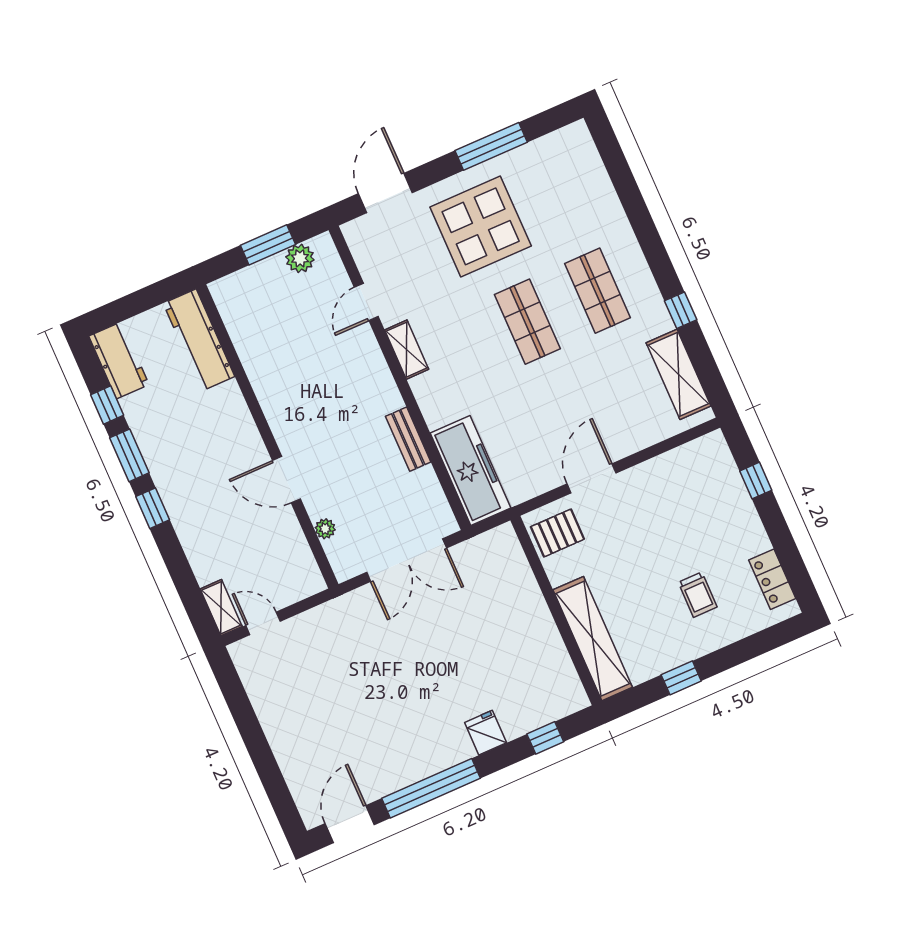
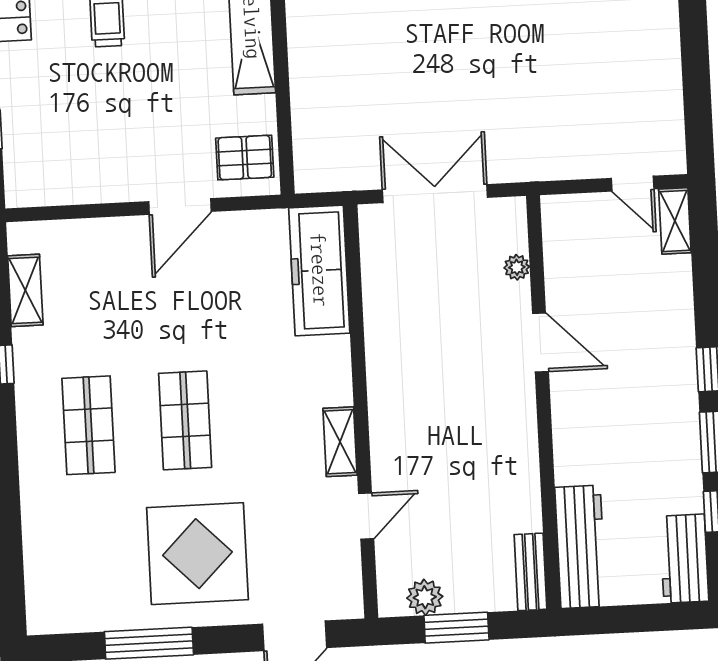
shelving: (679, 374) -> (25, 290), width x0.67, depth x0.75
bench: (408, 439) -> (531, 572), moved

